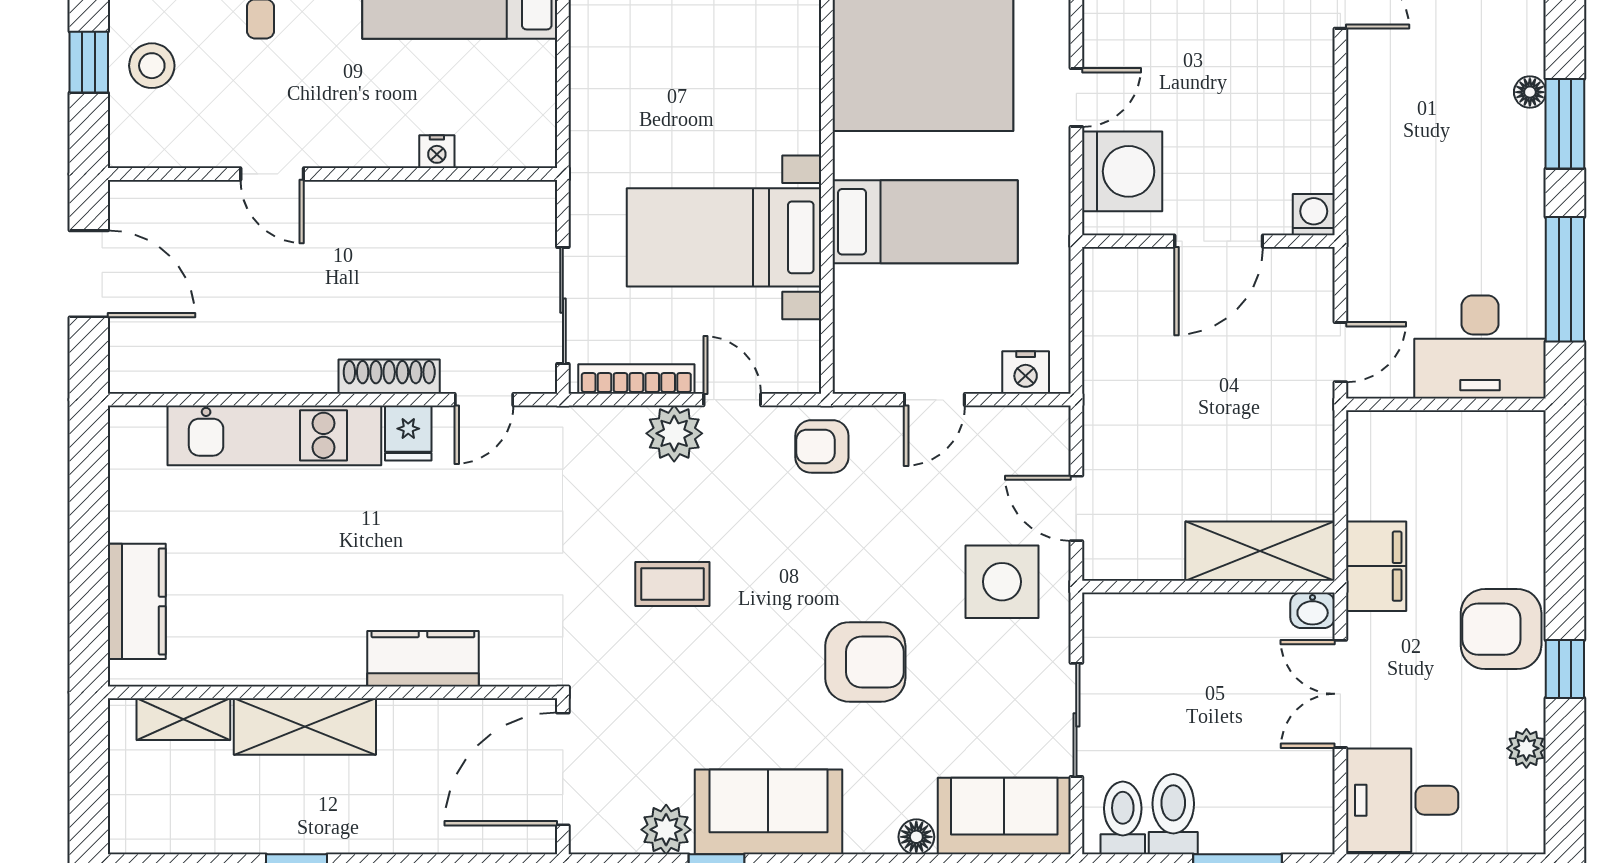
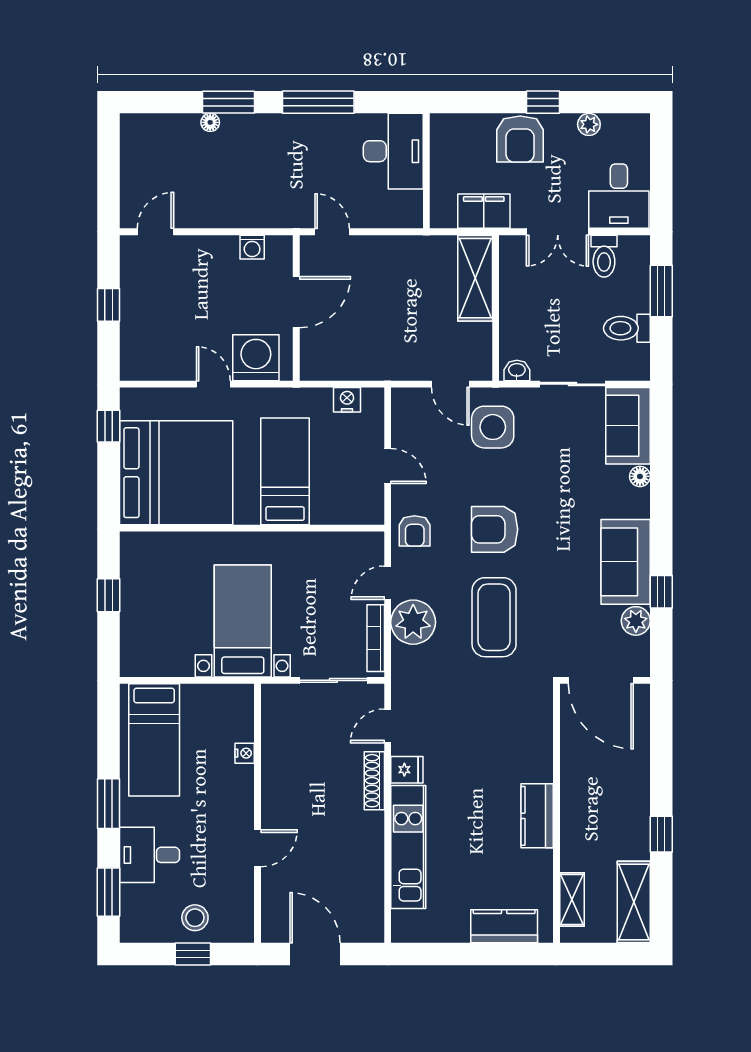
washing machine: (1314, 215) -> (252, 247), moved, turned -90
bed with nightstands: (724, 237) -> (243, 621), moved, turned 180
door: (1219, 241) -> (296, 302), hinge flipped
door: (89, 274) -> (315, 954), hinge flipped
desk: (1480, 347) -> (393, 151), moved
door: (1340, 352) -> (332, 232), moved
nightstand: (1026, 372) -> (347, 400), moved, turned -90
door: (484, 400) -> (388, 726), swing flipped
wall: (1446, 404) -> (426, 171), moved
plant: (674, 433) -> (413, 622), width x1.36, depth x1.36
door: (1076, 508) -> (450, 384), hinge flipped
coffee table: (672, 584) -> (494, 617), width x1.86, depth x1.72
washbasin: (1313, 610) -> (517, 370), moved, turned -90
kitchen counter: (423, 659) -> (537, 816), moved
armchair: (865, 662) -> (495, 529), moved, turned -90
shelving: (305, 726) -> (634, 902), moved
toilet: (1123, 818) -> (604, 256), moved, turned -90

